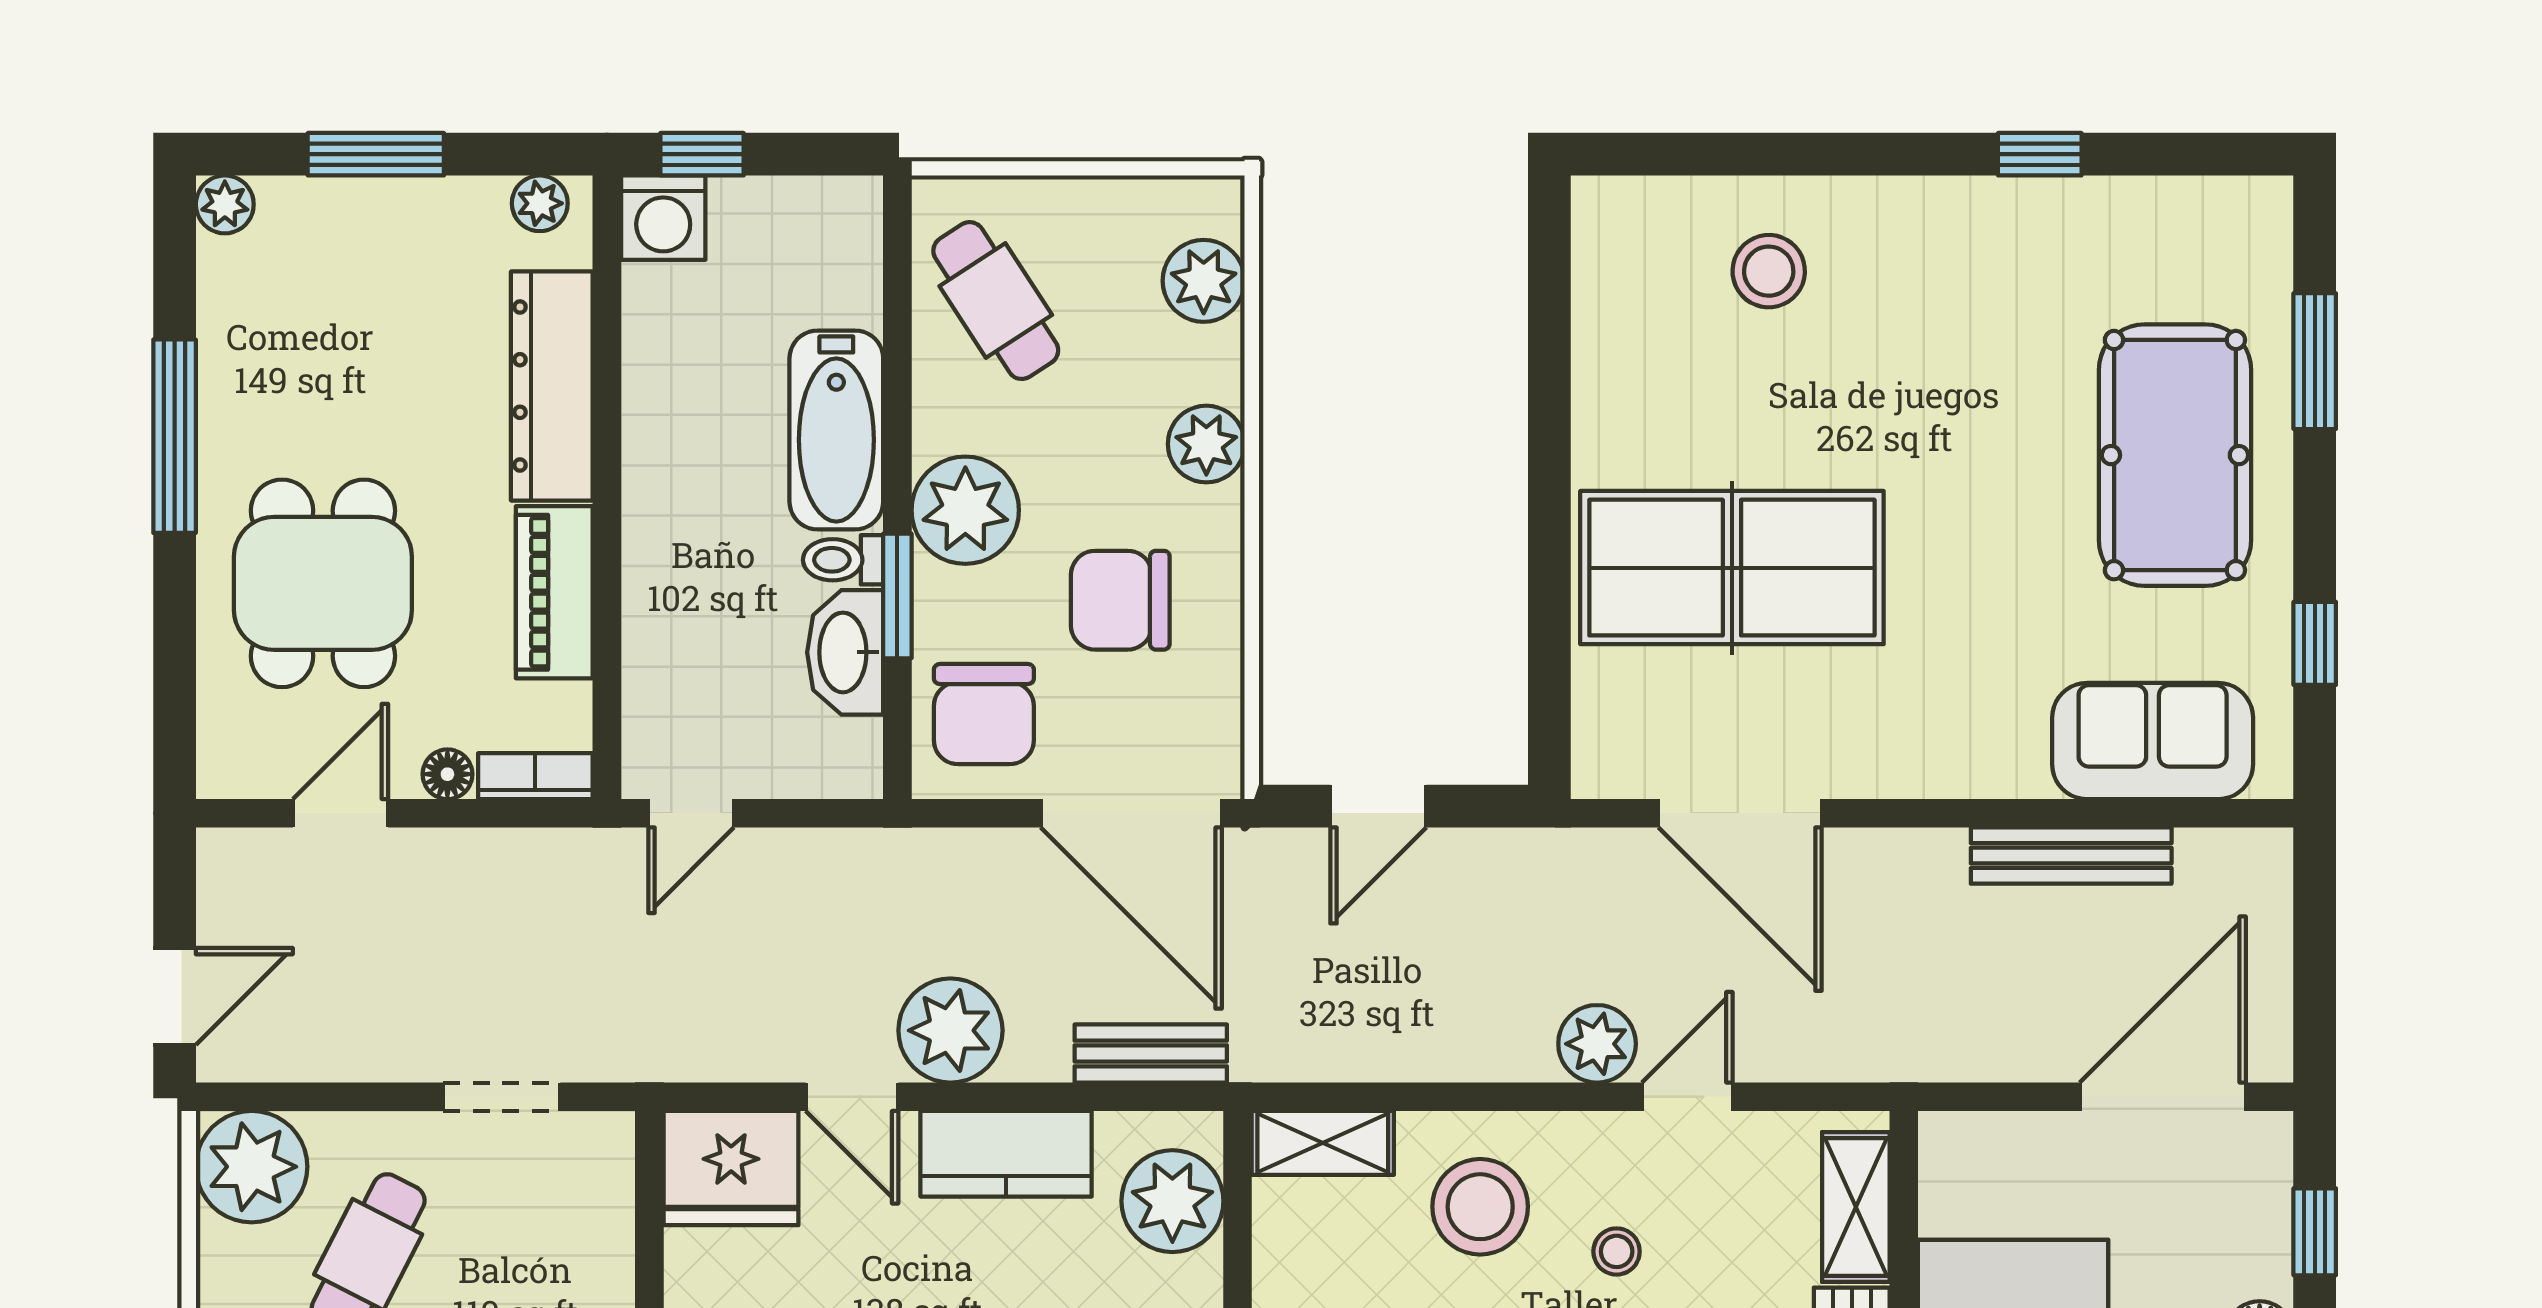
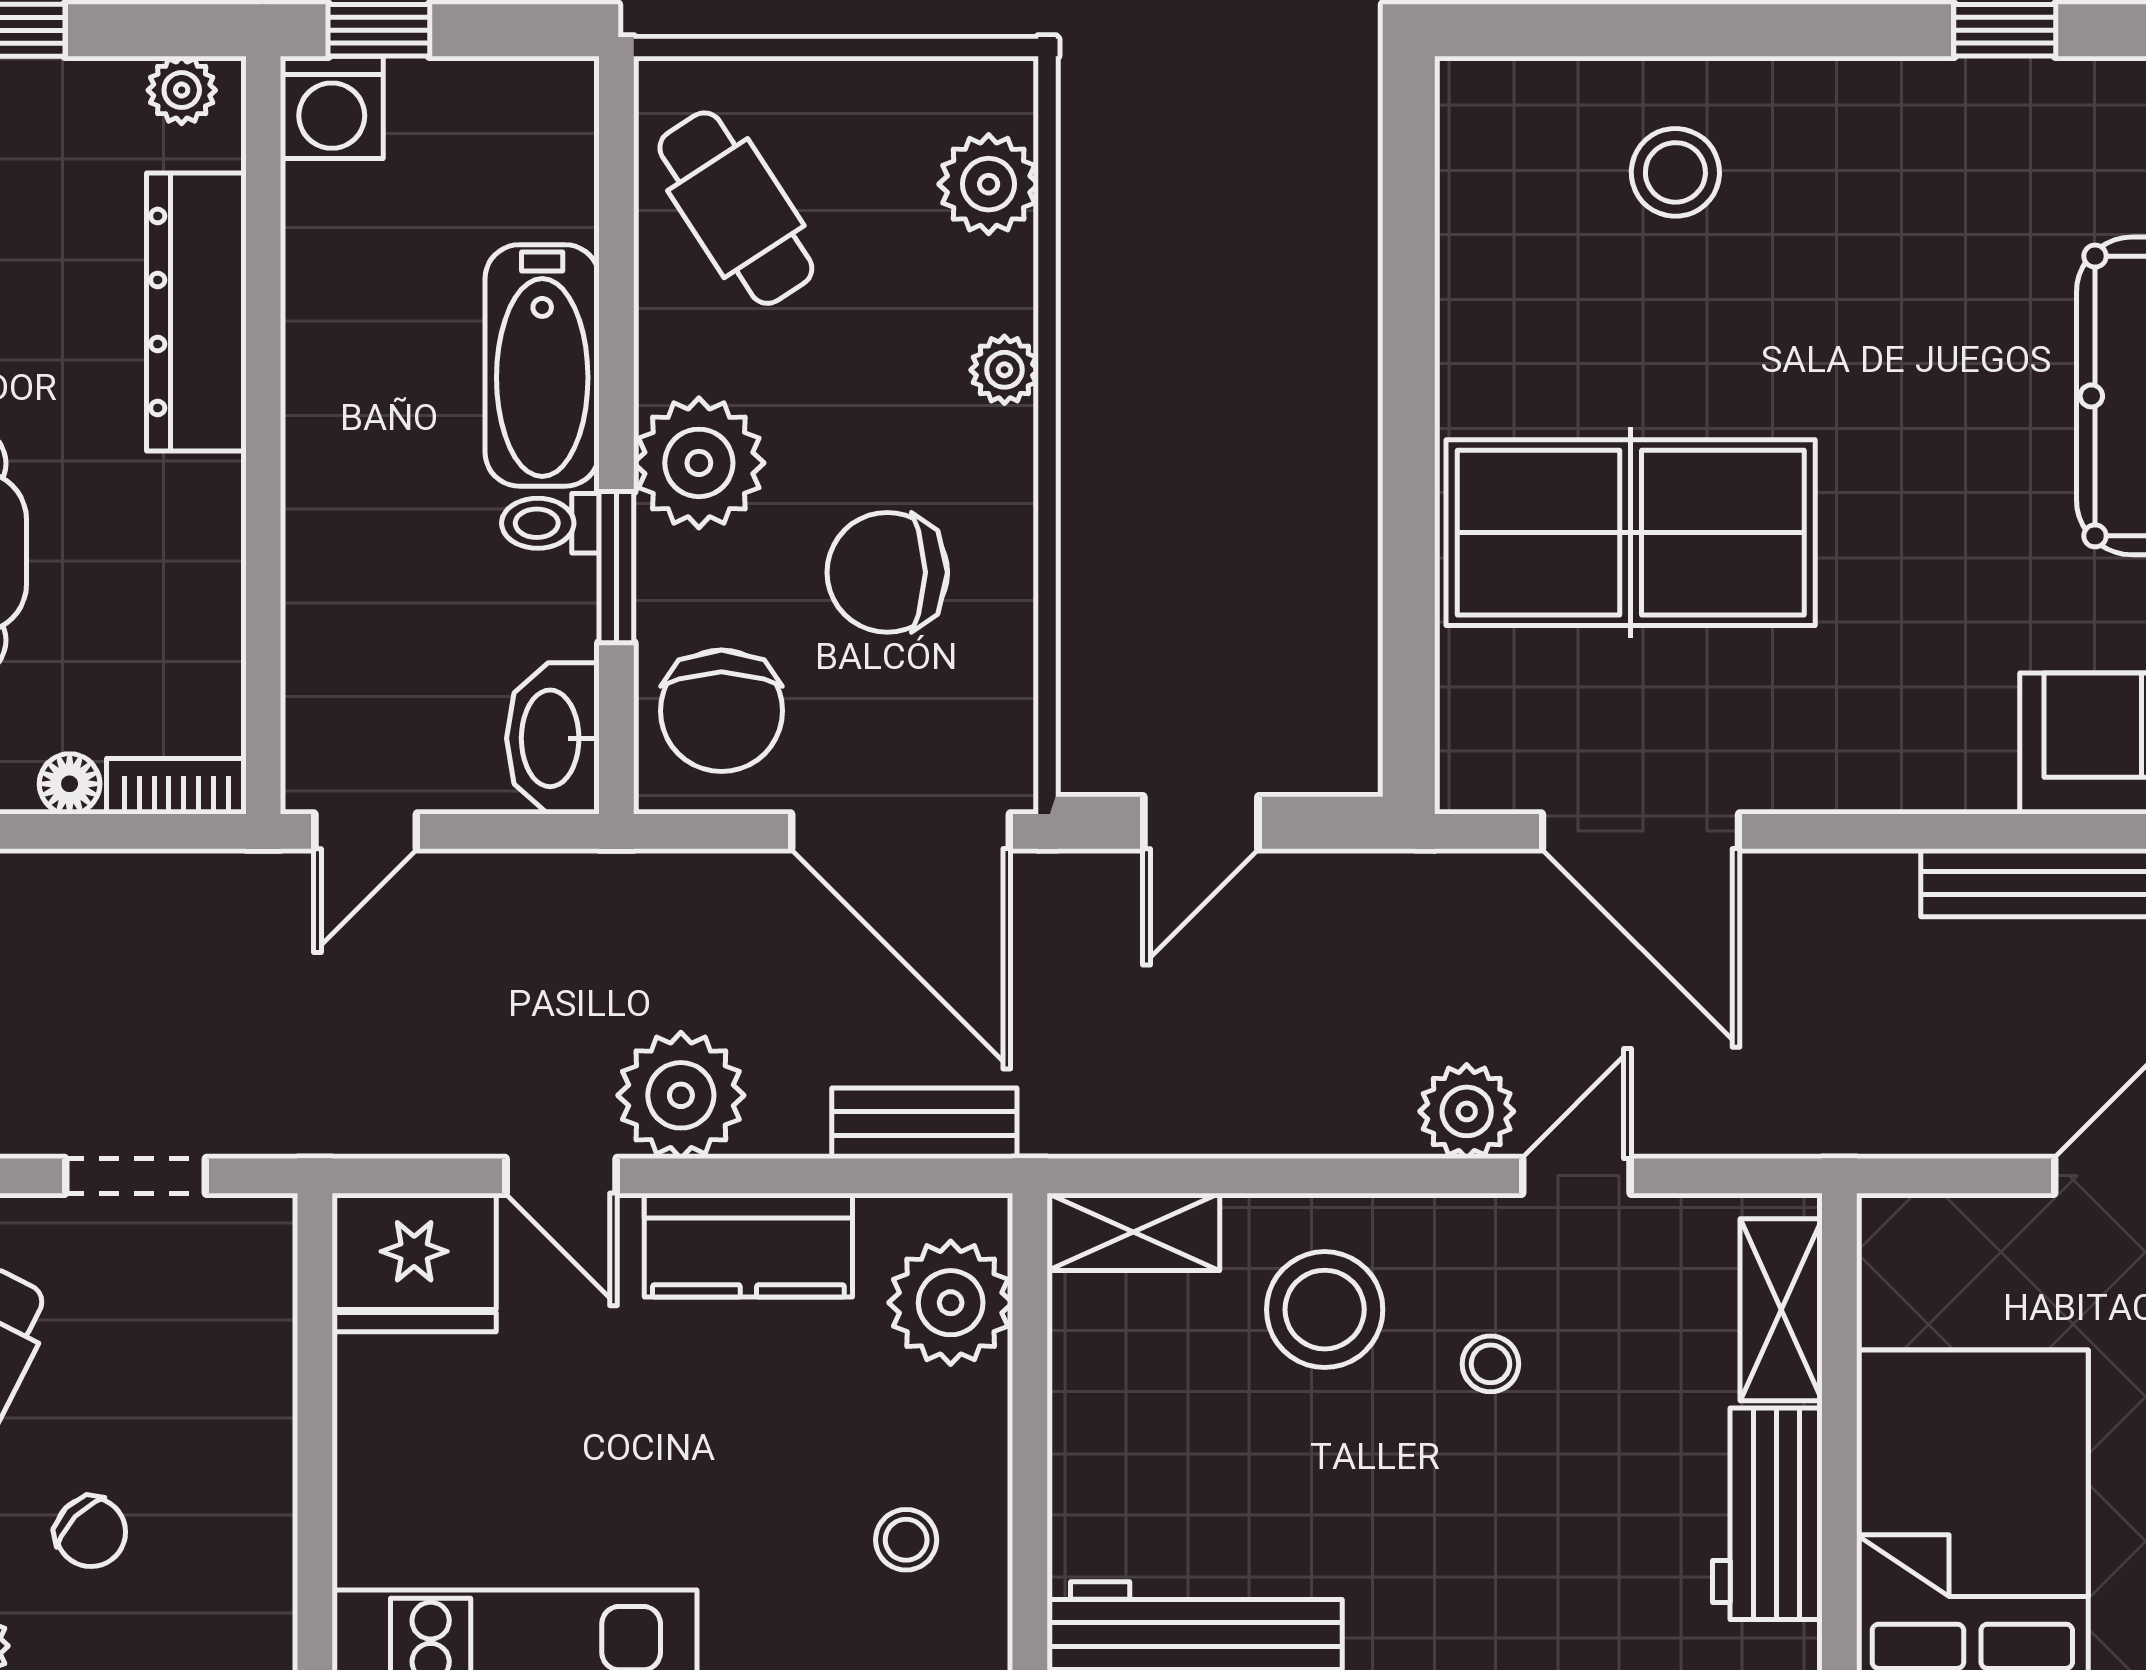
plant: (1206, 444) -> (1004, 370), width x0.73, depth x0.73
piano: (554, 592) -> (199, 563), removed
washbasin: (845, 652) -> (553, 738), moved

